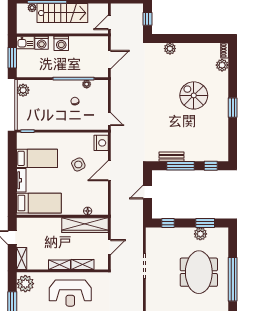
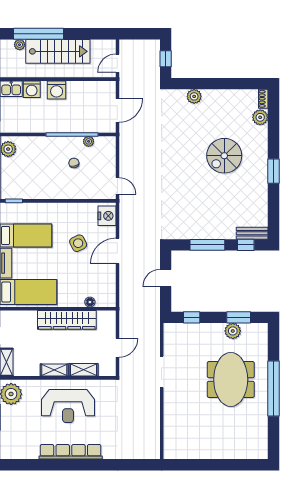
spiral stairs: (194, 95) -> (224, 156), turned -90
bench: (172, 157) -> (252, 233), moved
wardrobe: (85, 225) -> (67, 320), moved

